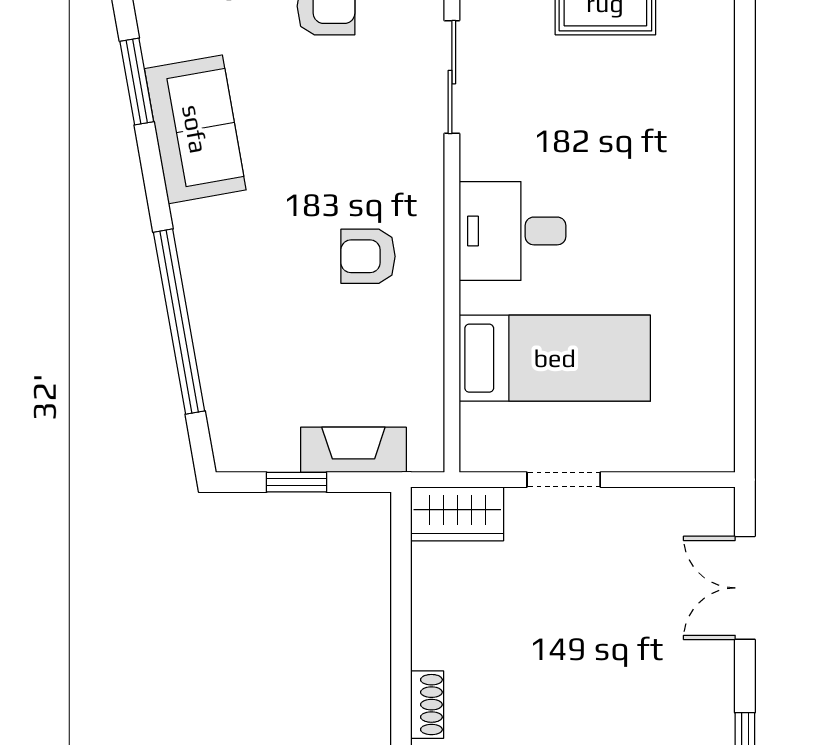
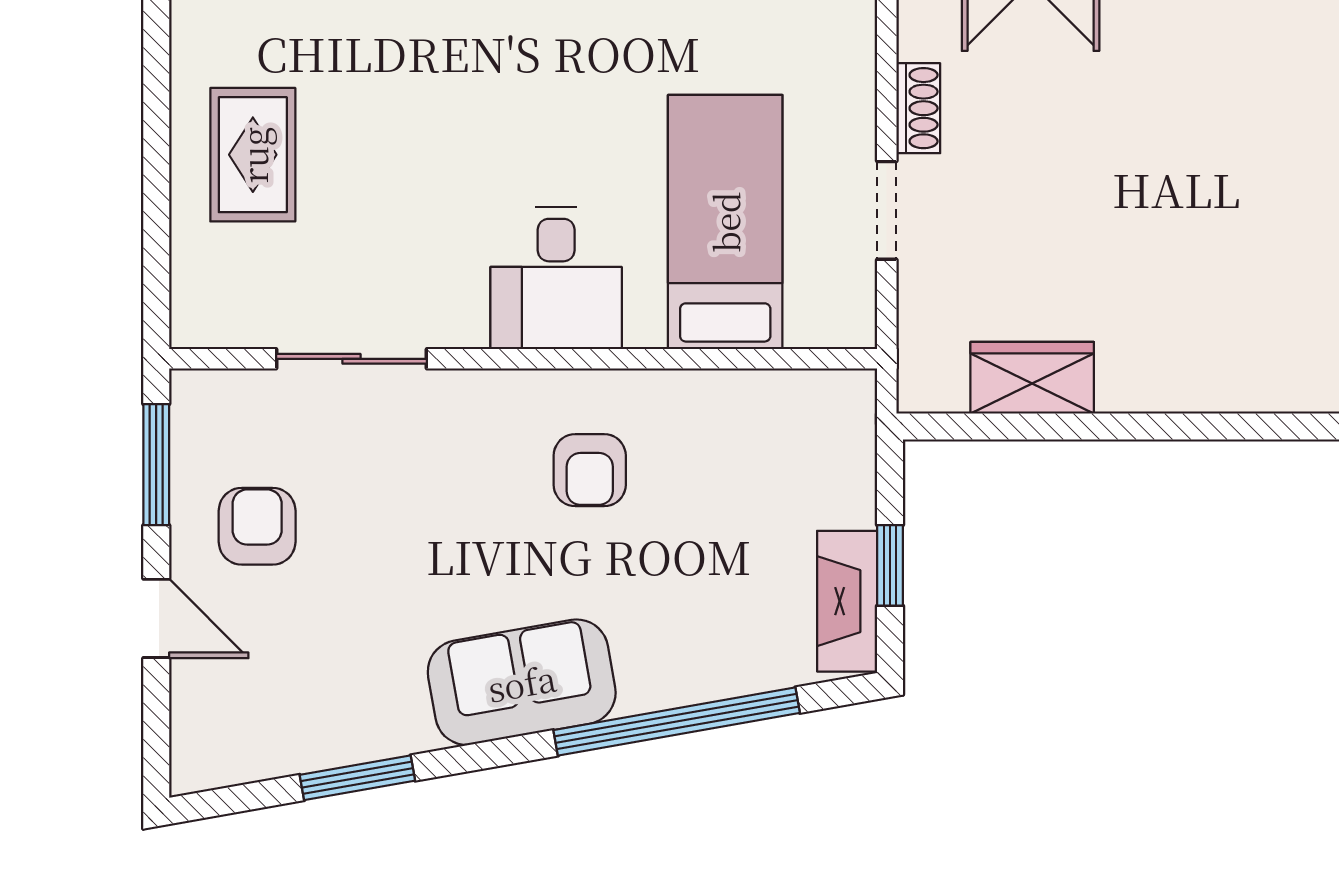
sofa: (195, 129) -> (522, 682), moved
fireplace: (353, 450) -> (847, 601), moved
wardrobe: (457, 514) -> (1032, 378), moved, turned -90
shoe rack: (427, 705) -> (918, 108), moved, turned 90

